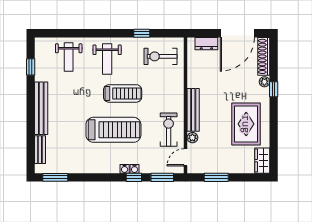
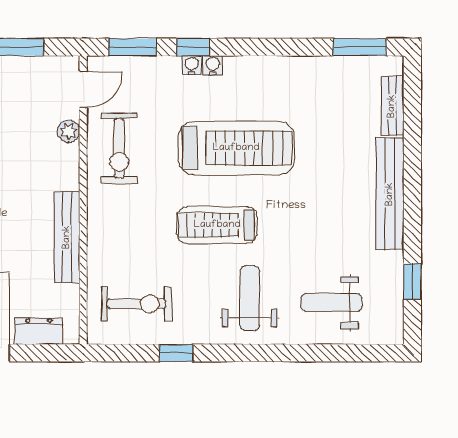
weight bench: (69, 57) -> (331, 303), turned -90
bench: (193, 110) -> (67, 237), moved
treadmill: (113, 130) -> (236, 148), turned 180

